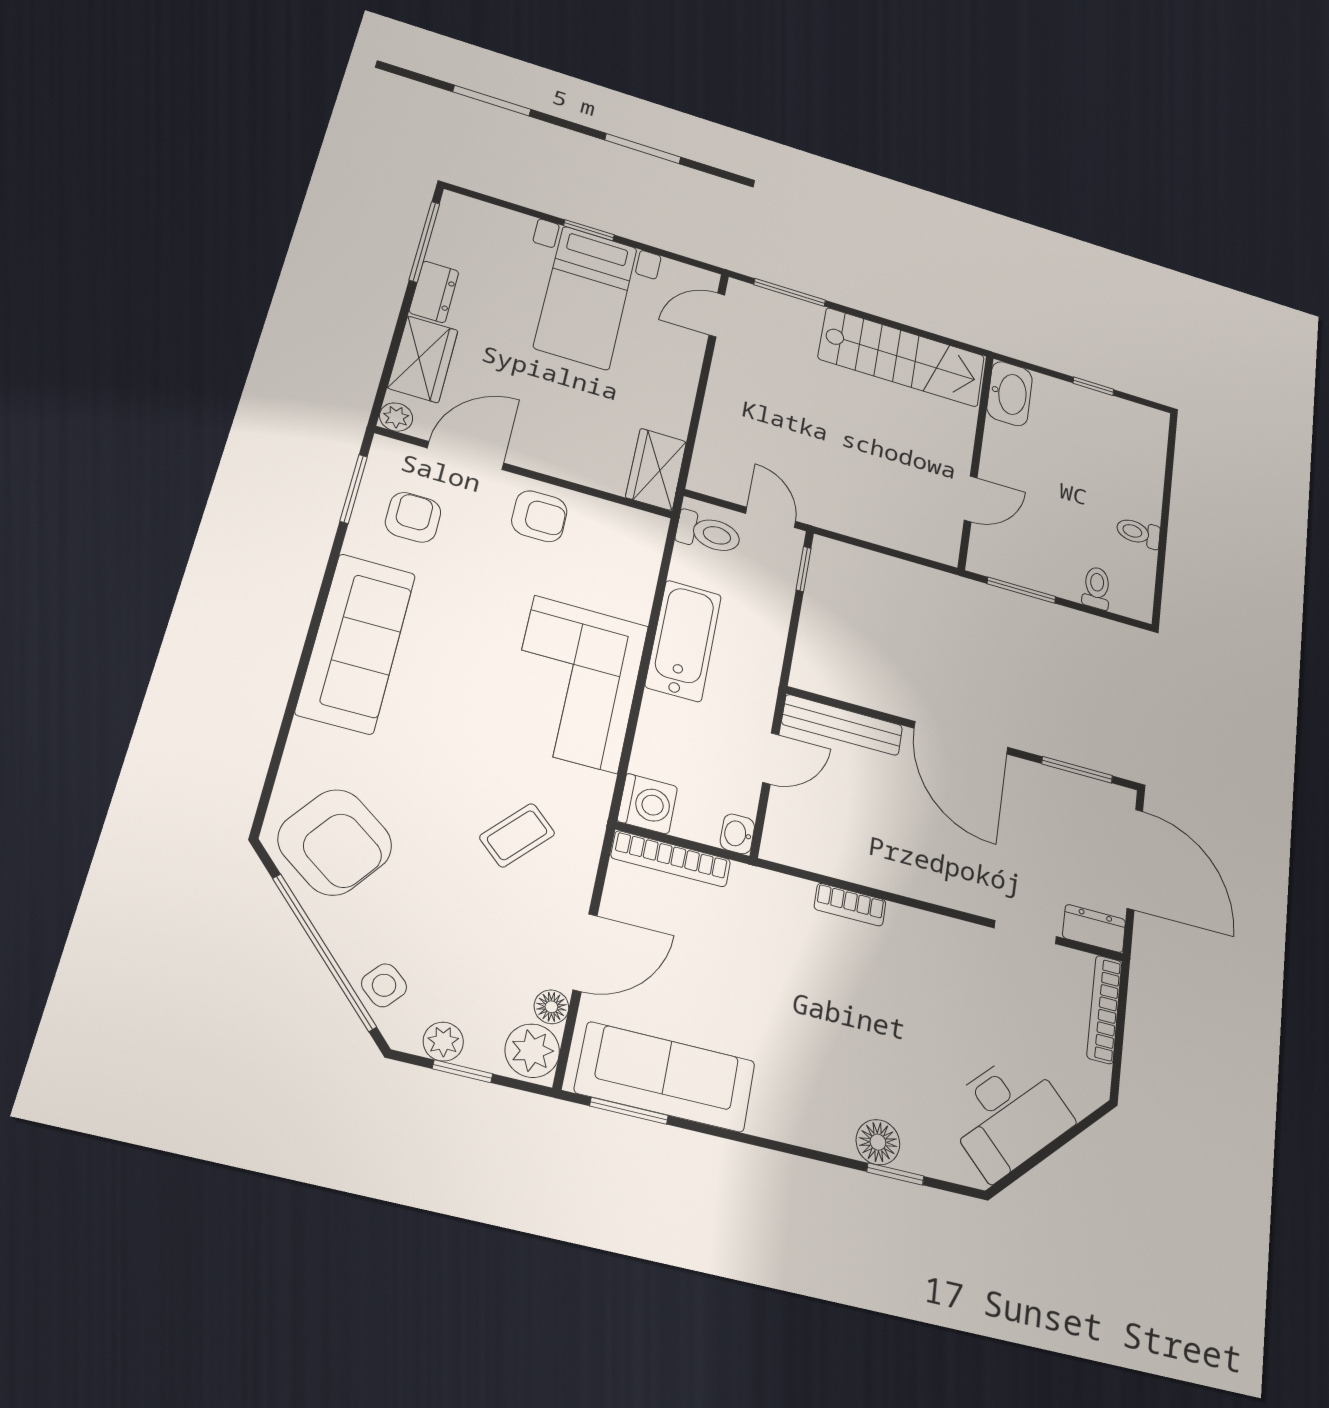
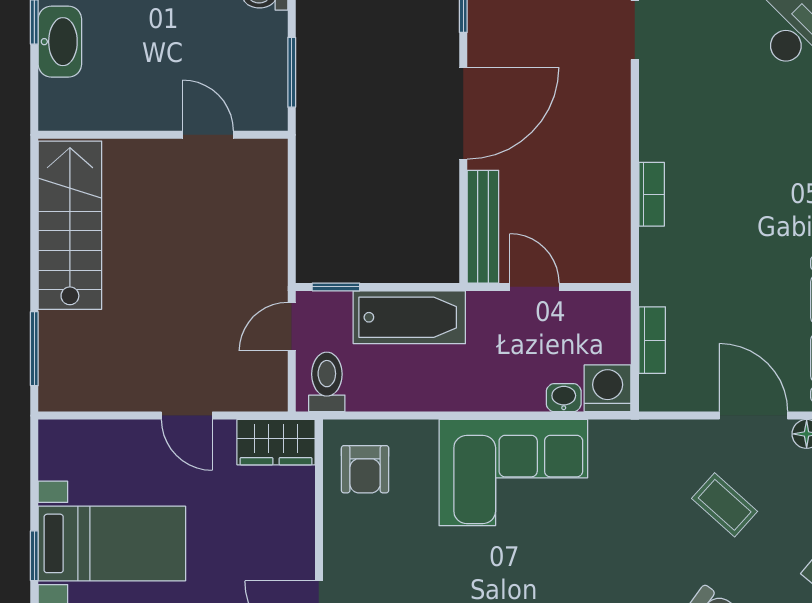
door: (717, 315) -> (187, 416), moved
washbasin: (1010, 394) -> (60, 42), moved, turned 90
armchair: (539, 516) -> (365, 469), moved, turned 180
bathtub: (683, 641) -> (409, 317), moved, turned 180
washbasin: (737, 834) -> (564, 398), moved, turned 180
coffee table: (517, 835) -> (725, 505), moved
bookcase: (671, 859) -> (652, 340), width x0.64

